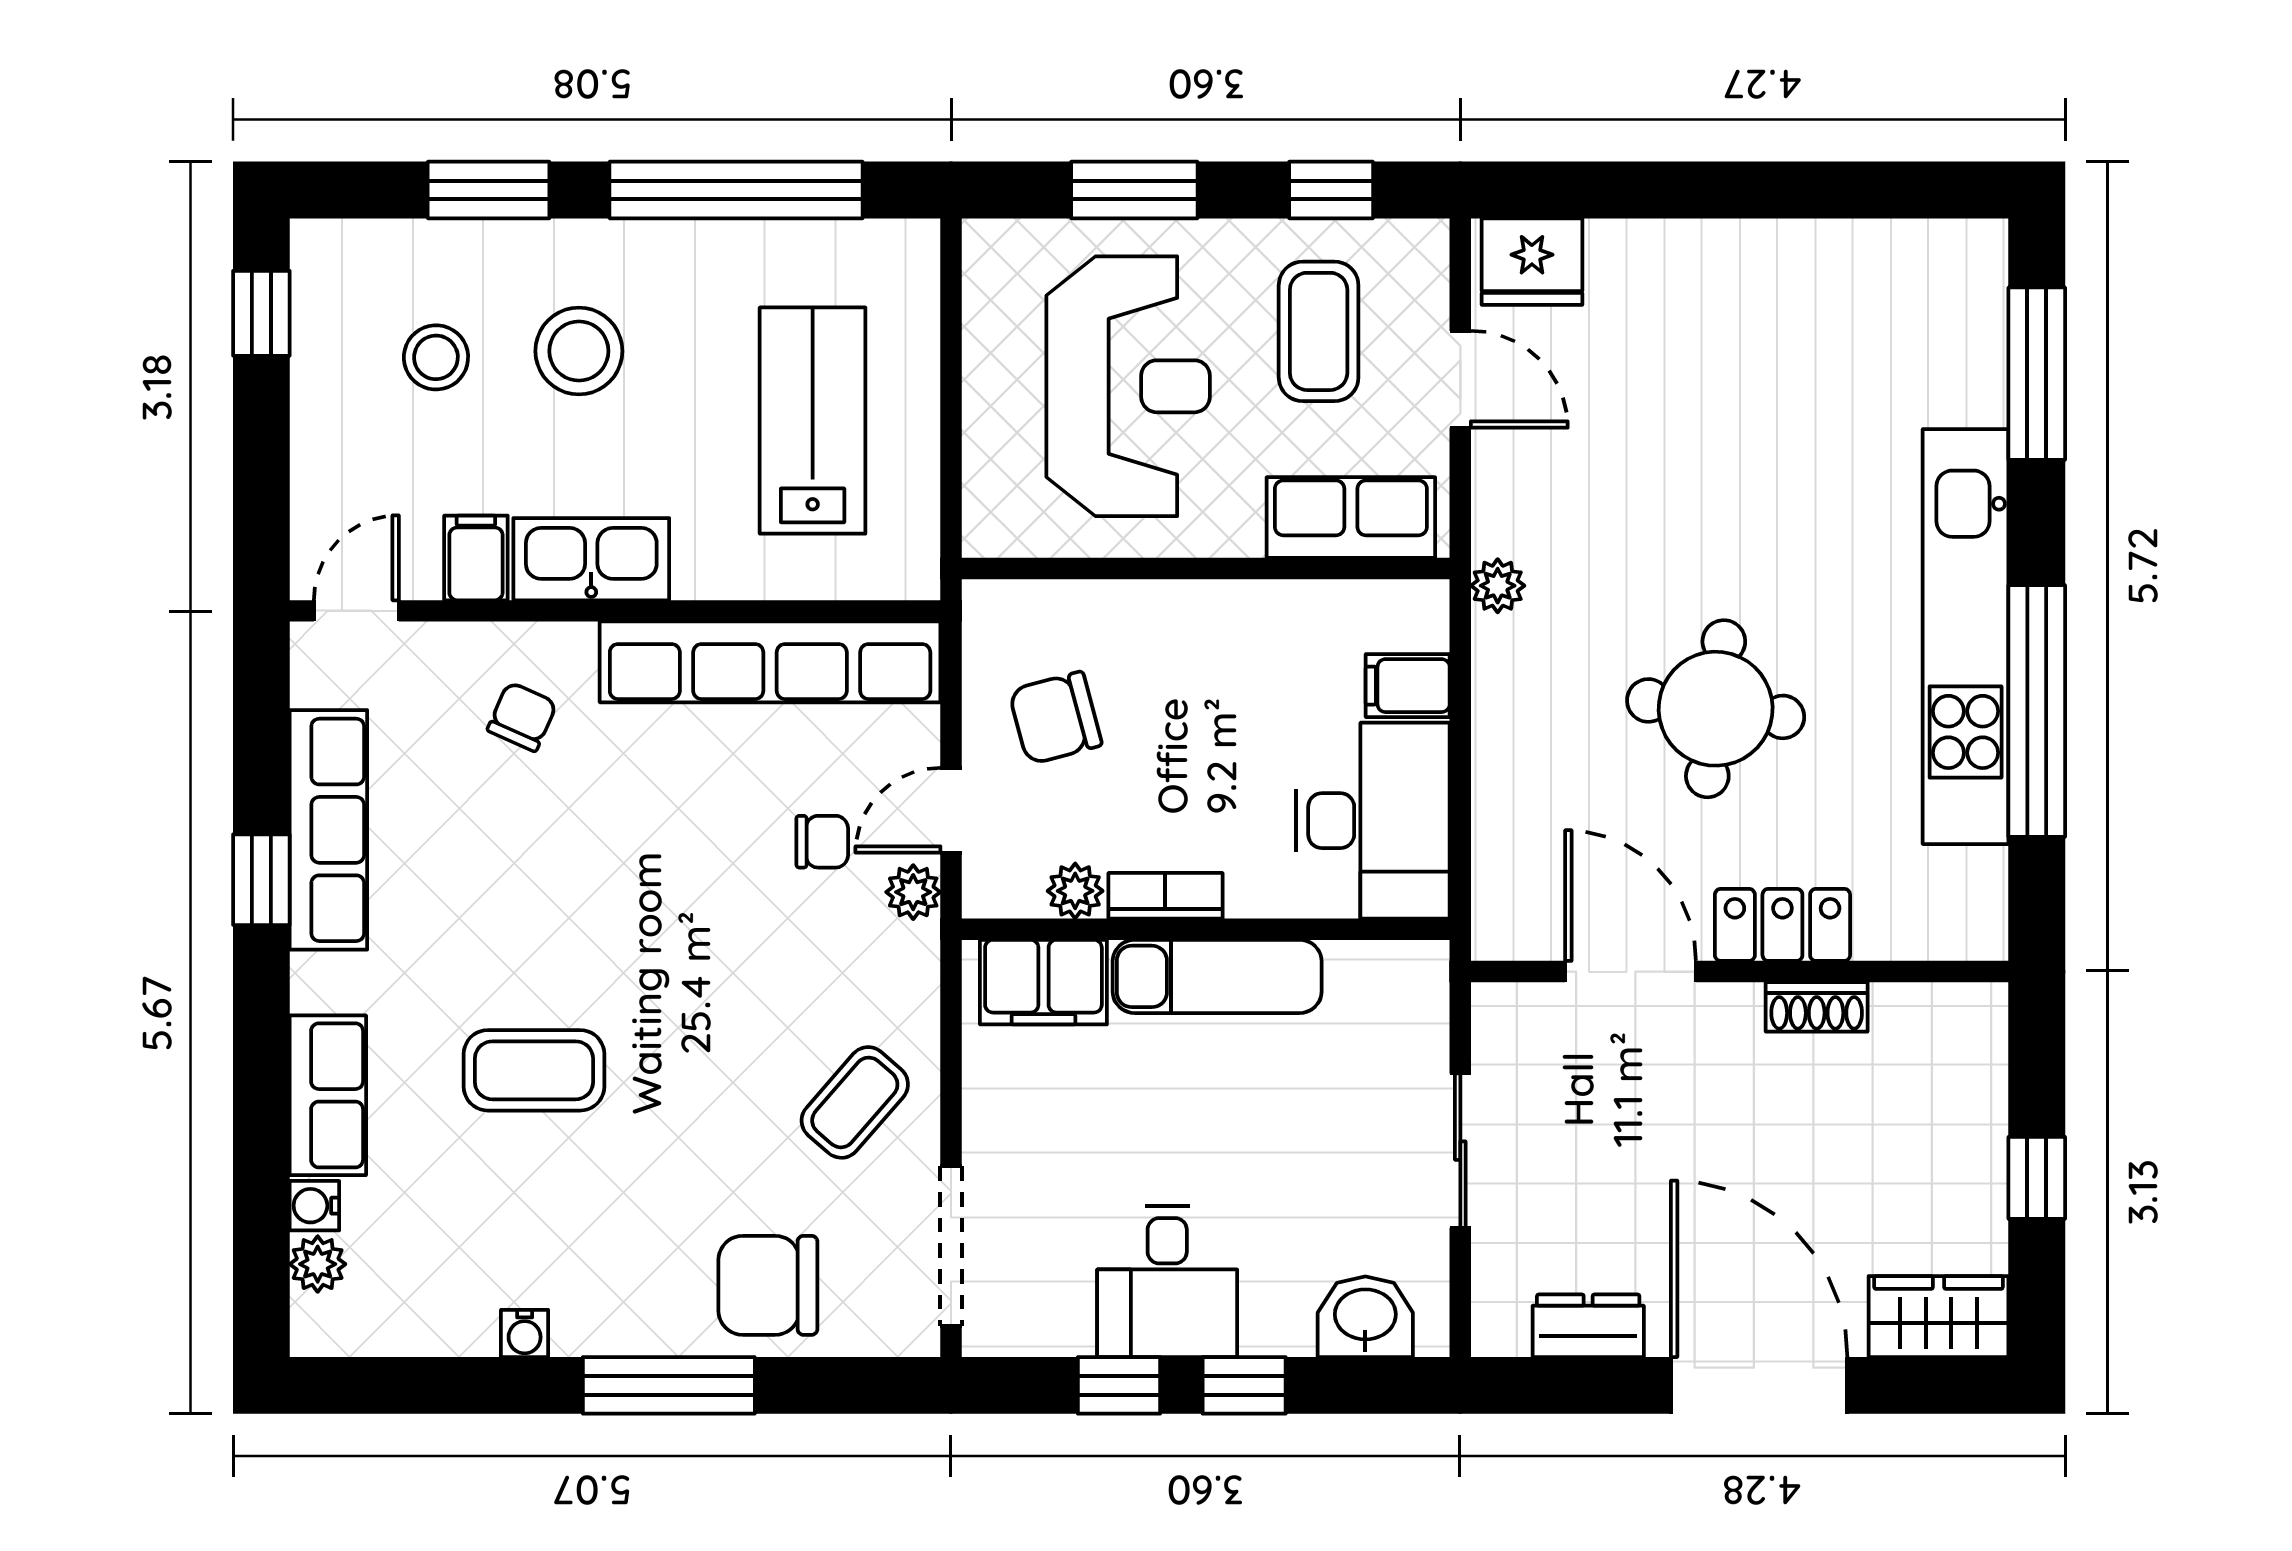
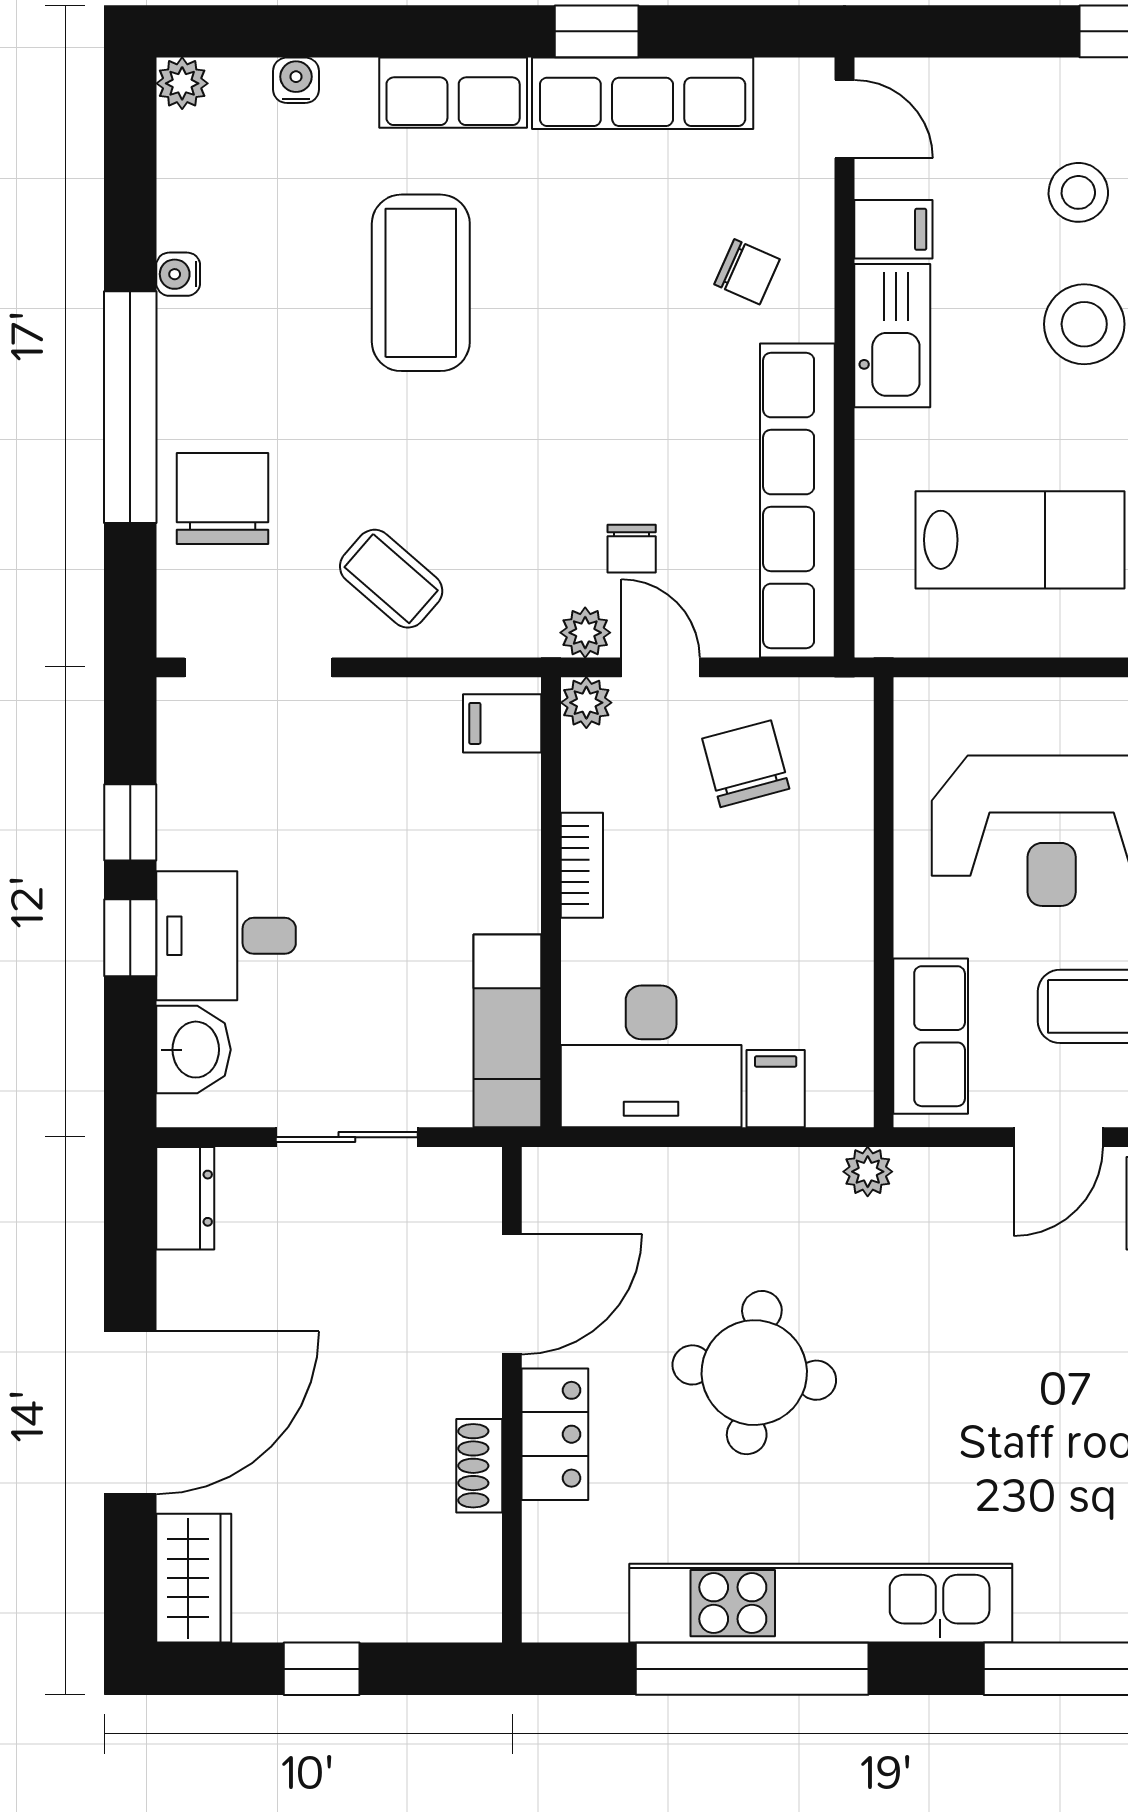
plant: (1075, 891) -> (586, 703), moved
exam couch: (1217, 976) -> (507, 1031), moved
filing cabinet: (1043, 982) -> (502, 723), width x0.50
coffee table: (534, 1070) -> (421, 283), width x1.36, depth x1.32
row of seats: (328, 1095) -> (453, 93), moved
plant: (318, 1264) -> (182, 83), moved
desk: (1167, 1282) -> (226, 936), moved
dresser: (1588, 1326) -> (185, 1198), moved
window: (669, 1385) -> (130, 407), width x1.46

